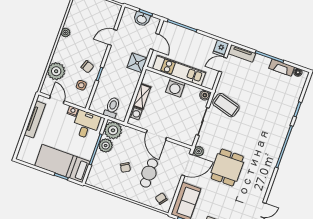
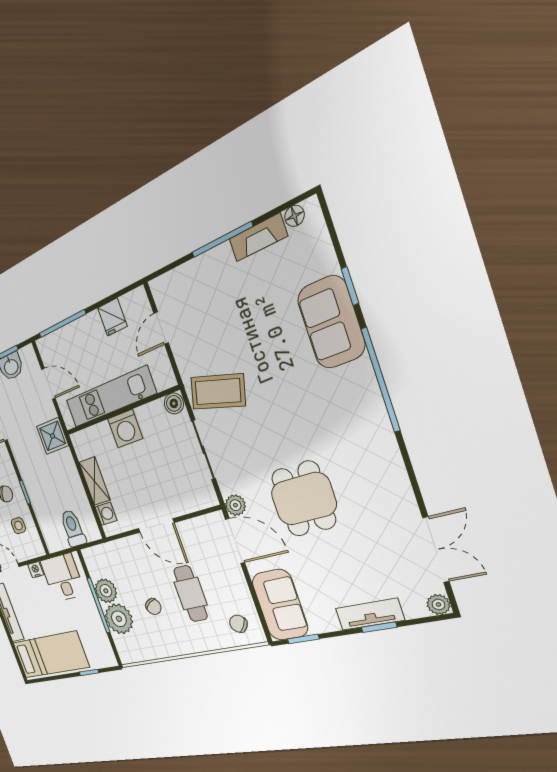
fridge: (221, 48) -> (112, 317), moved
tv unit: (242, 53) -> (174, 280), removed
sofa: (283, 115) -> (331, 322), added
plant: (113, 130) -> (119, 619), moved
bed: (62, 164) -> (50, 655), moved, turned 180
door: (187, 165) -> (235, 541), hinge flipped

